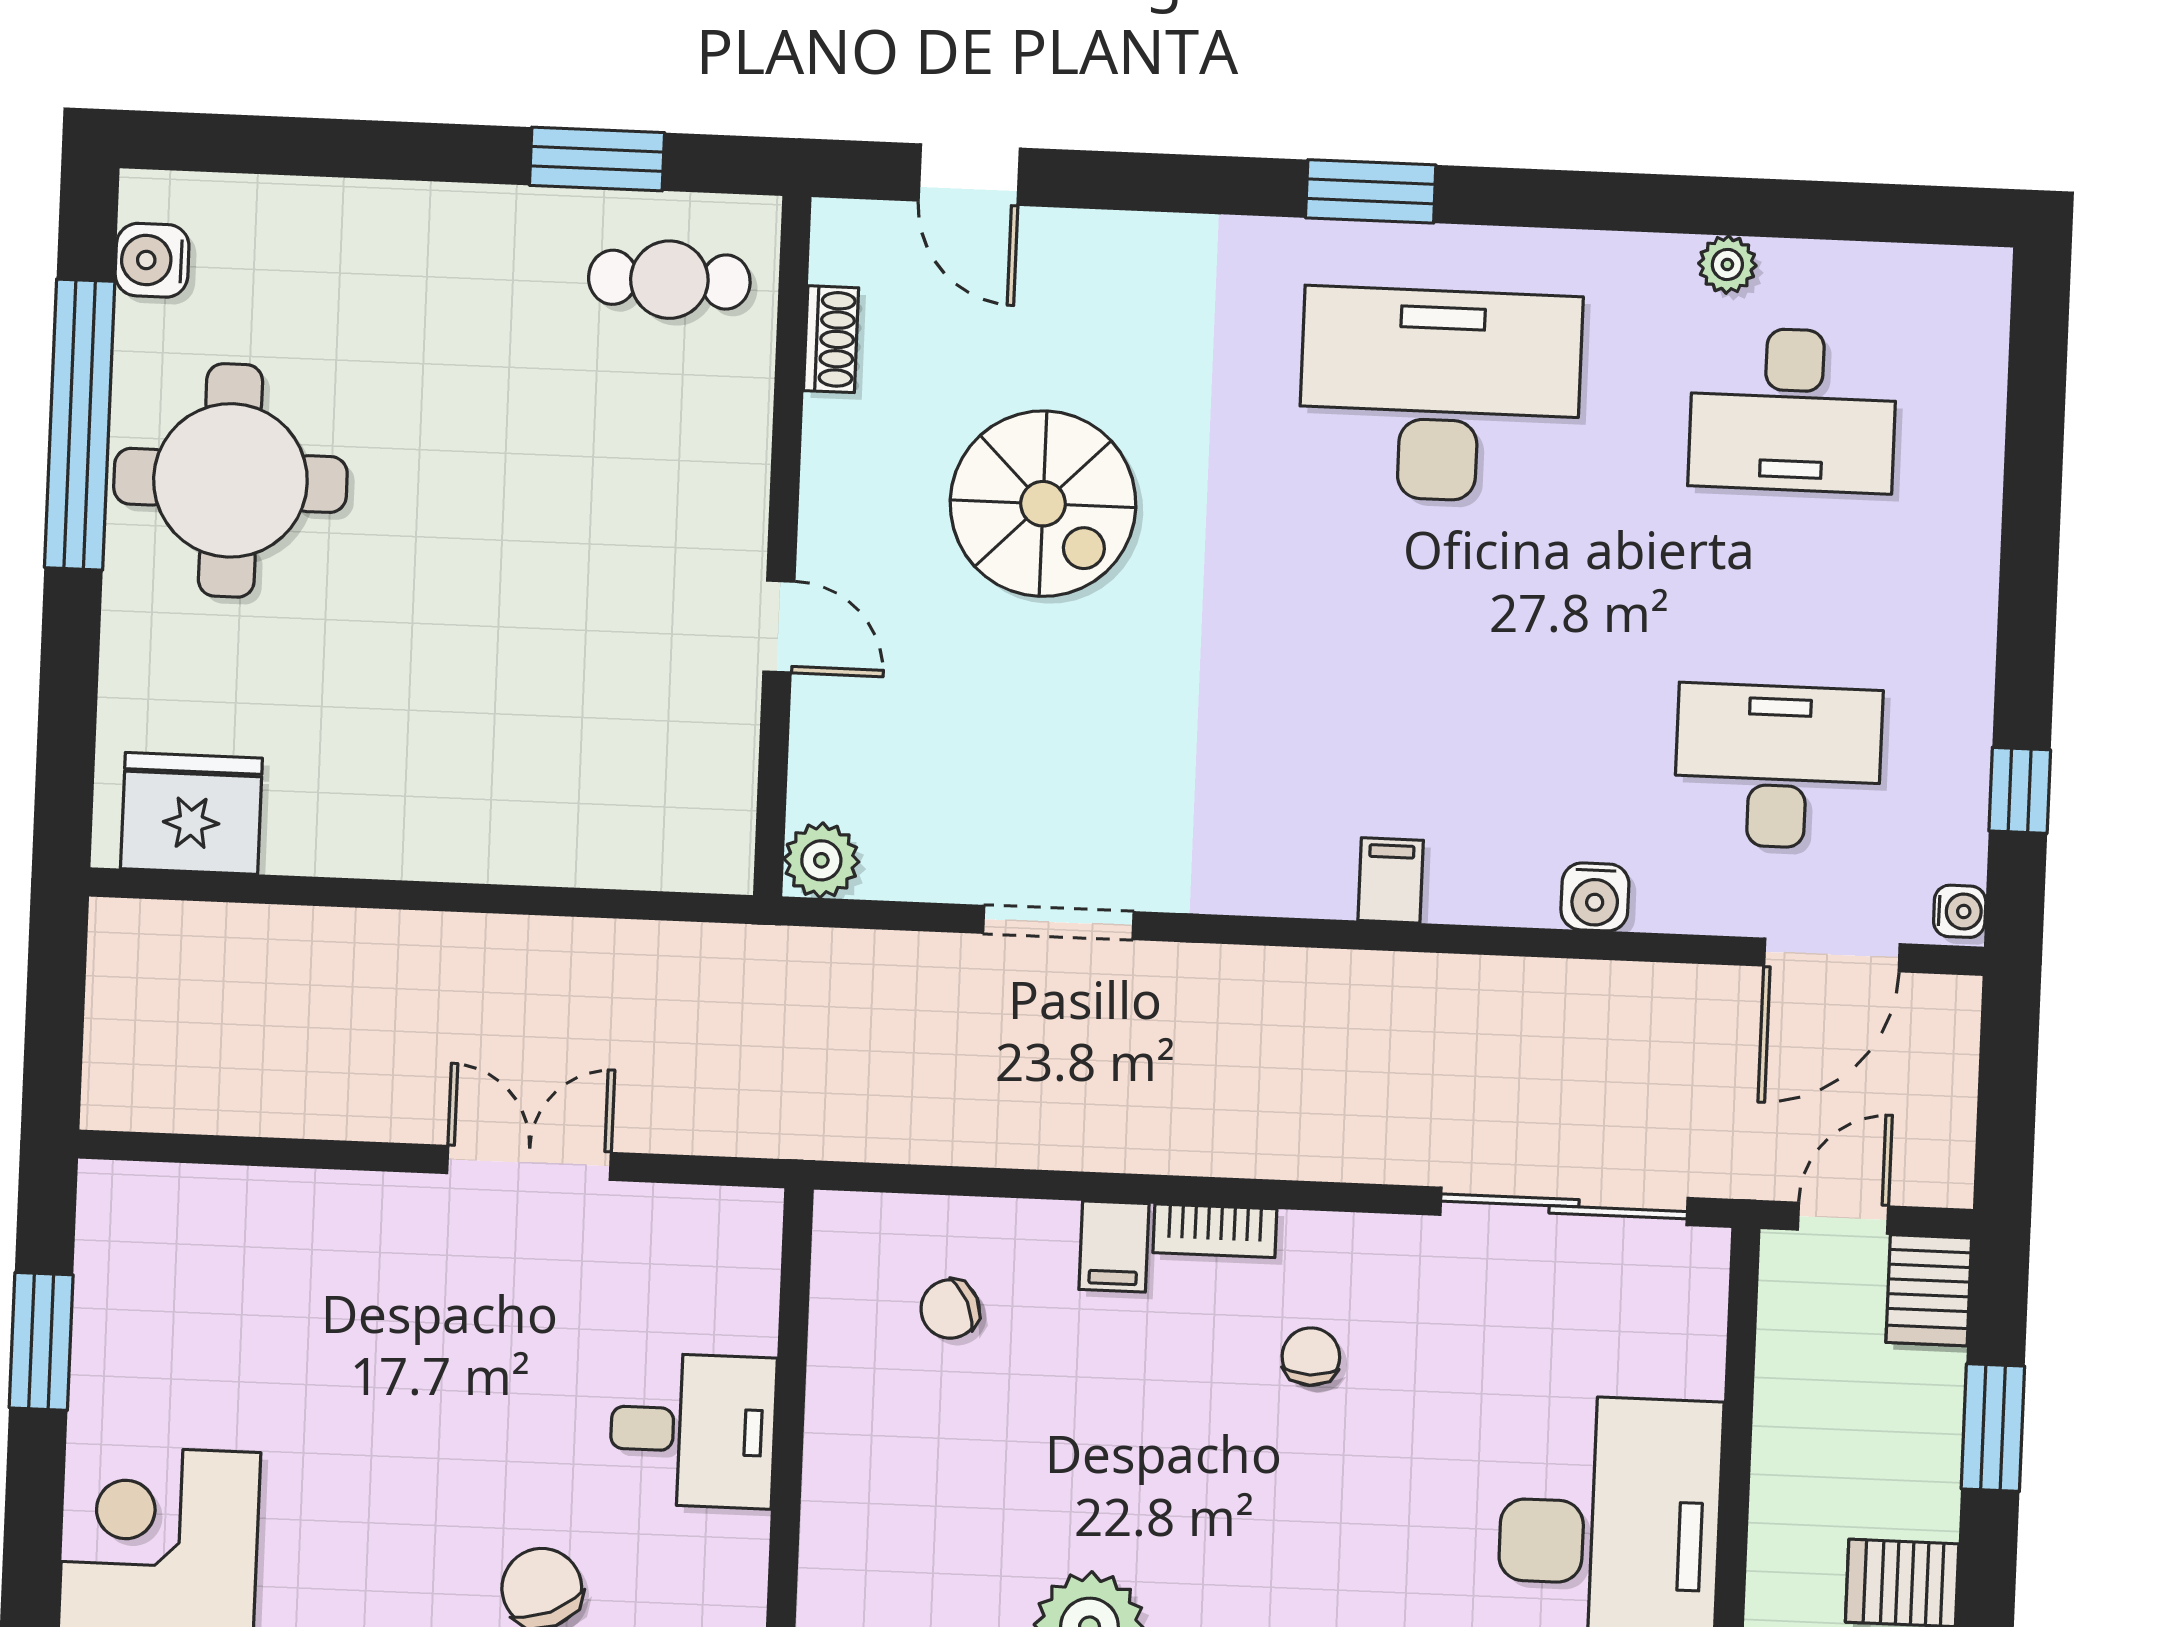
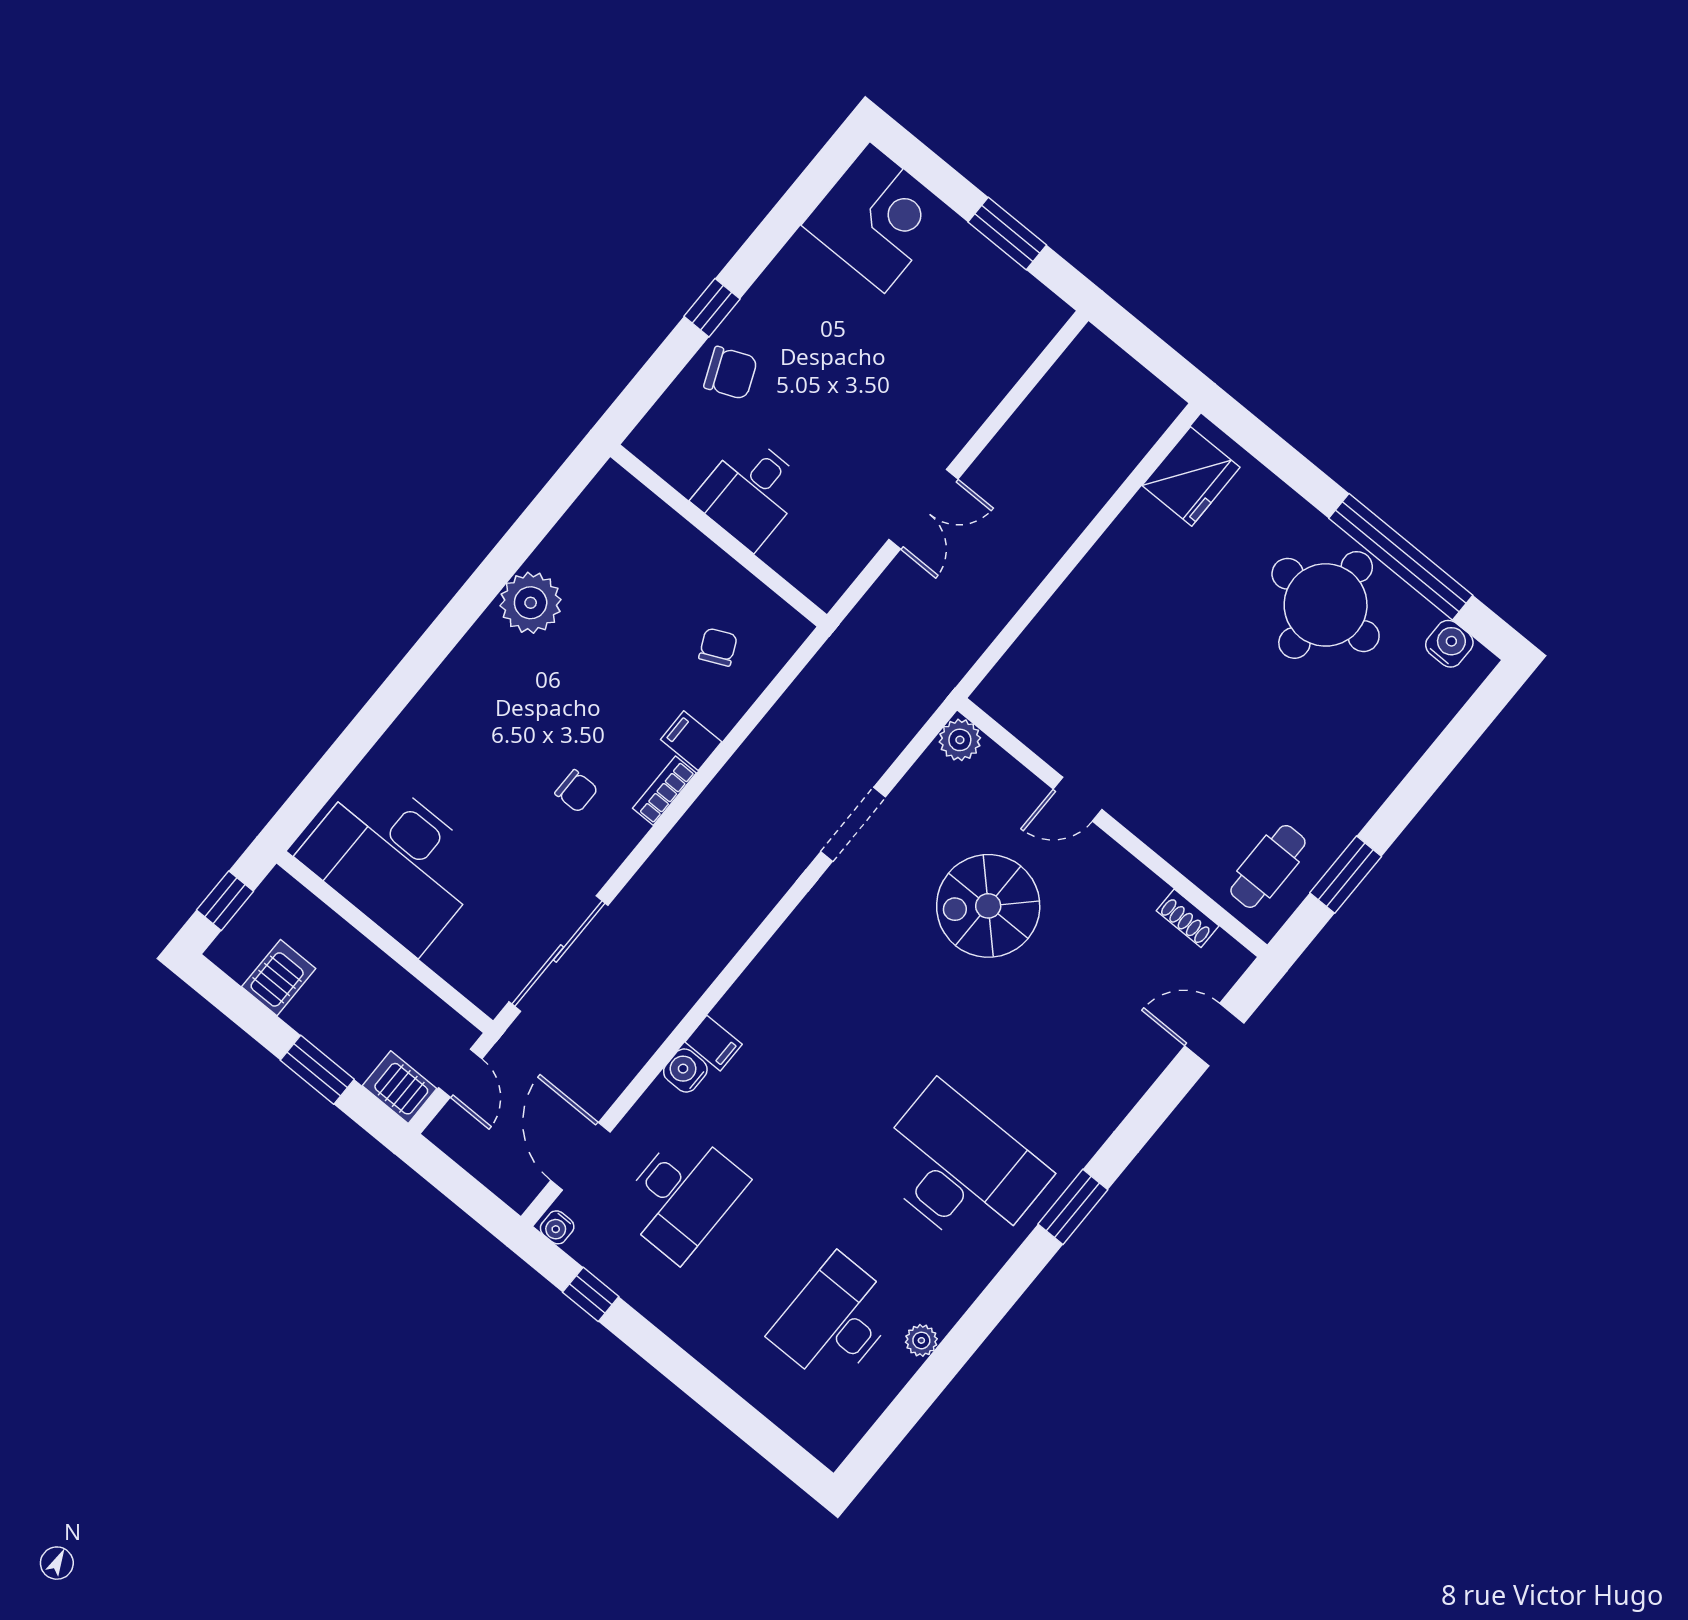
desk: (1440, 395) -> (960, 1169), turned -90
spiral stairs: (1043, 504) -> (988, 906), moved
filing cabinet: (1391, 880) -> (714, 1043), moved

